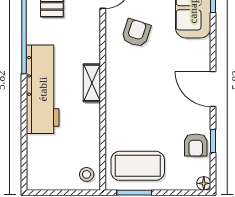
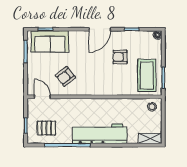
armchair: (136, 33) -> (65, 76), turned -57
shelving: (92, 83) -> (150, 138), moved
armchair: (196, 145) -> (120, 57), moved, turned 180

